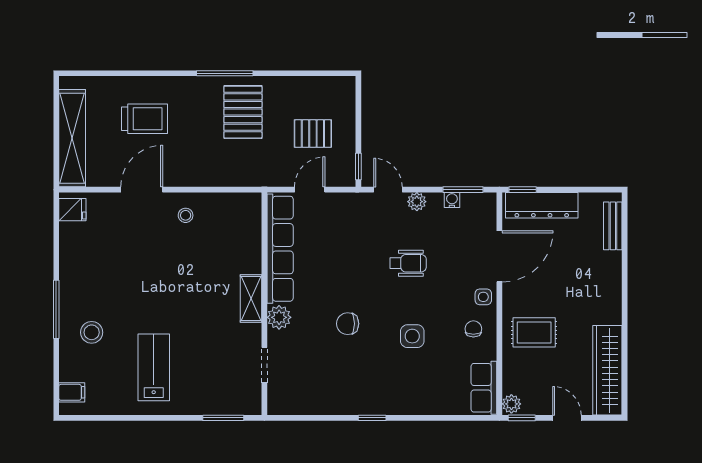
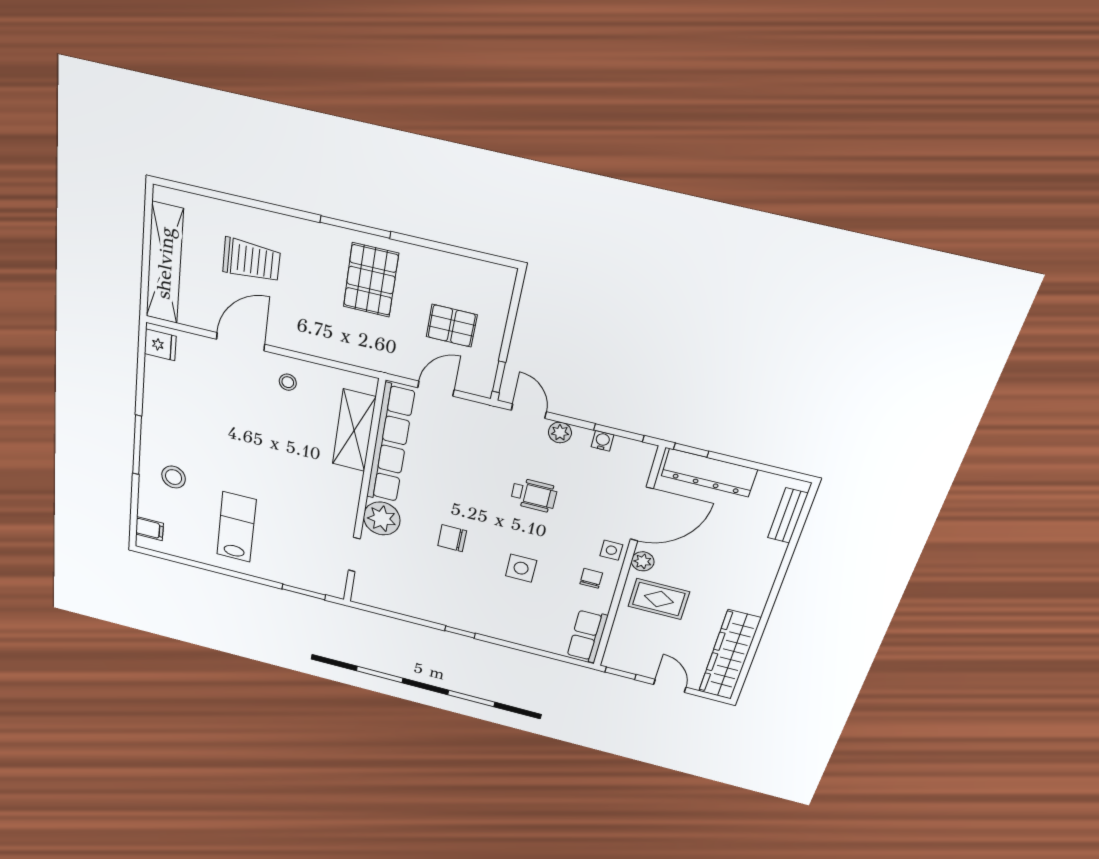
shelving: (251, 298) -> (354, 430), moved, width x1.50, depth x1.33
plant: (279, 317) -> (382, 519), width x1.36, depth x1.36
plant: (511, 404) -> (643, 561), moved

